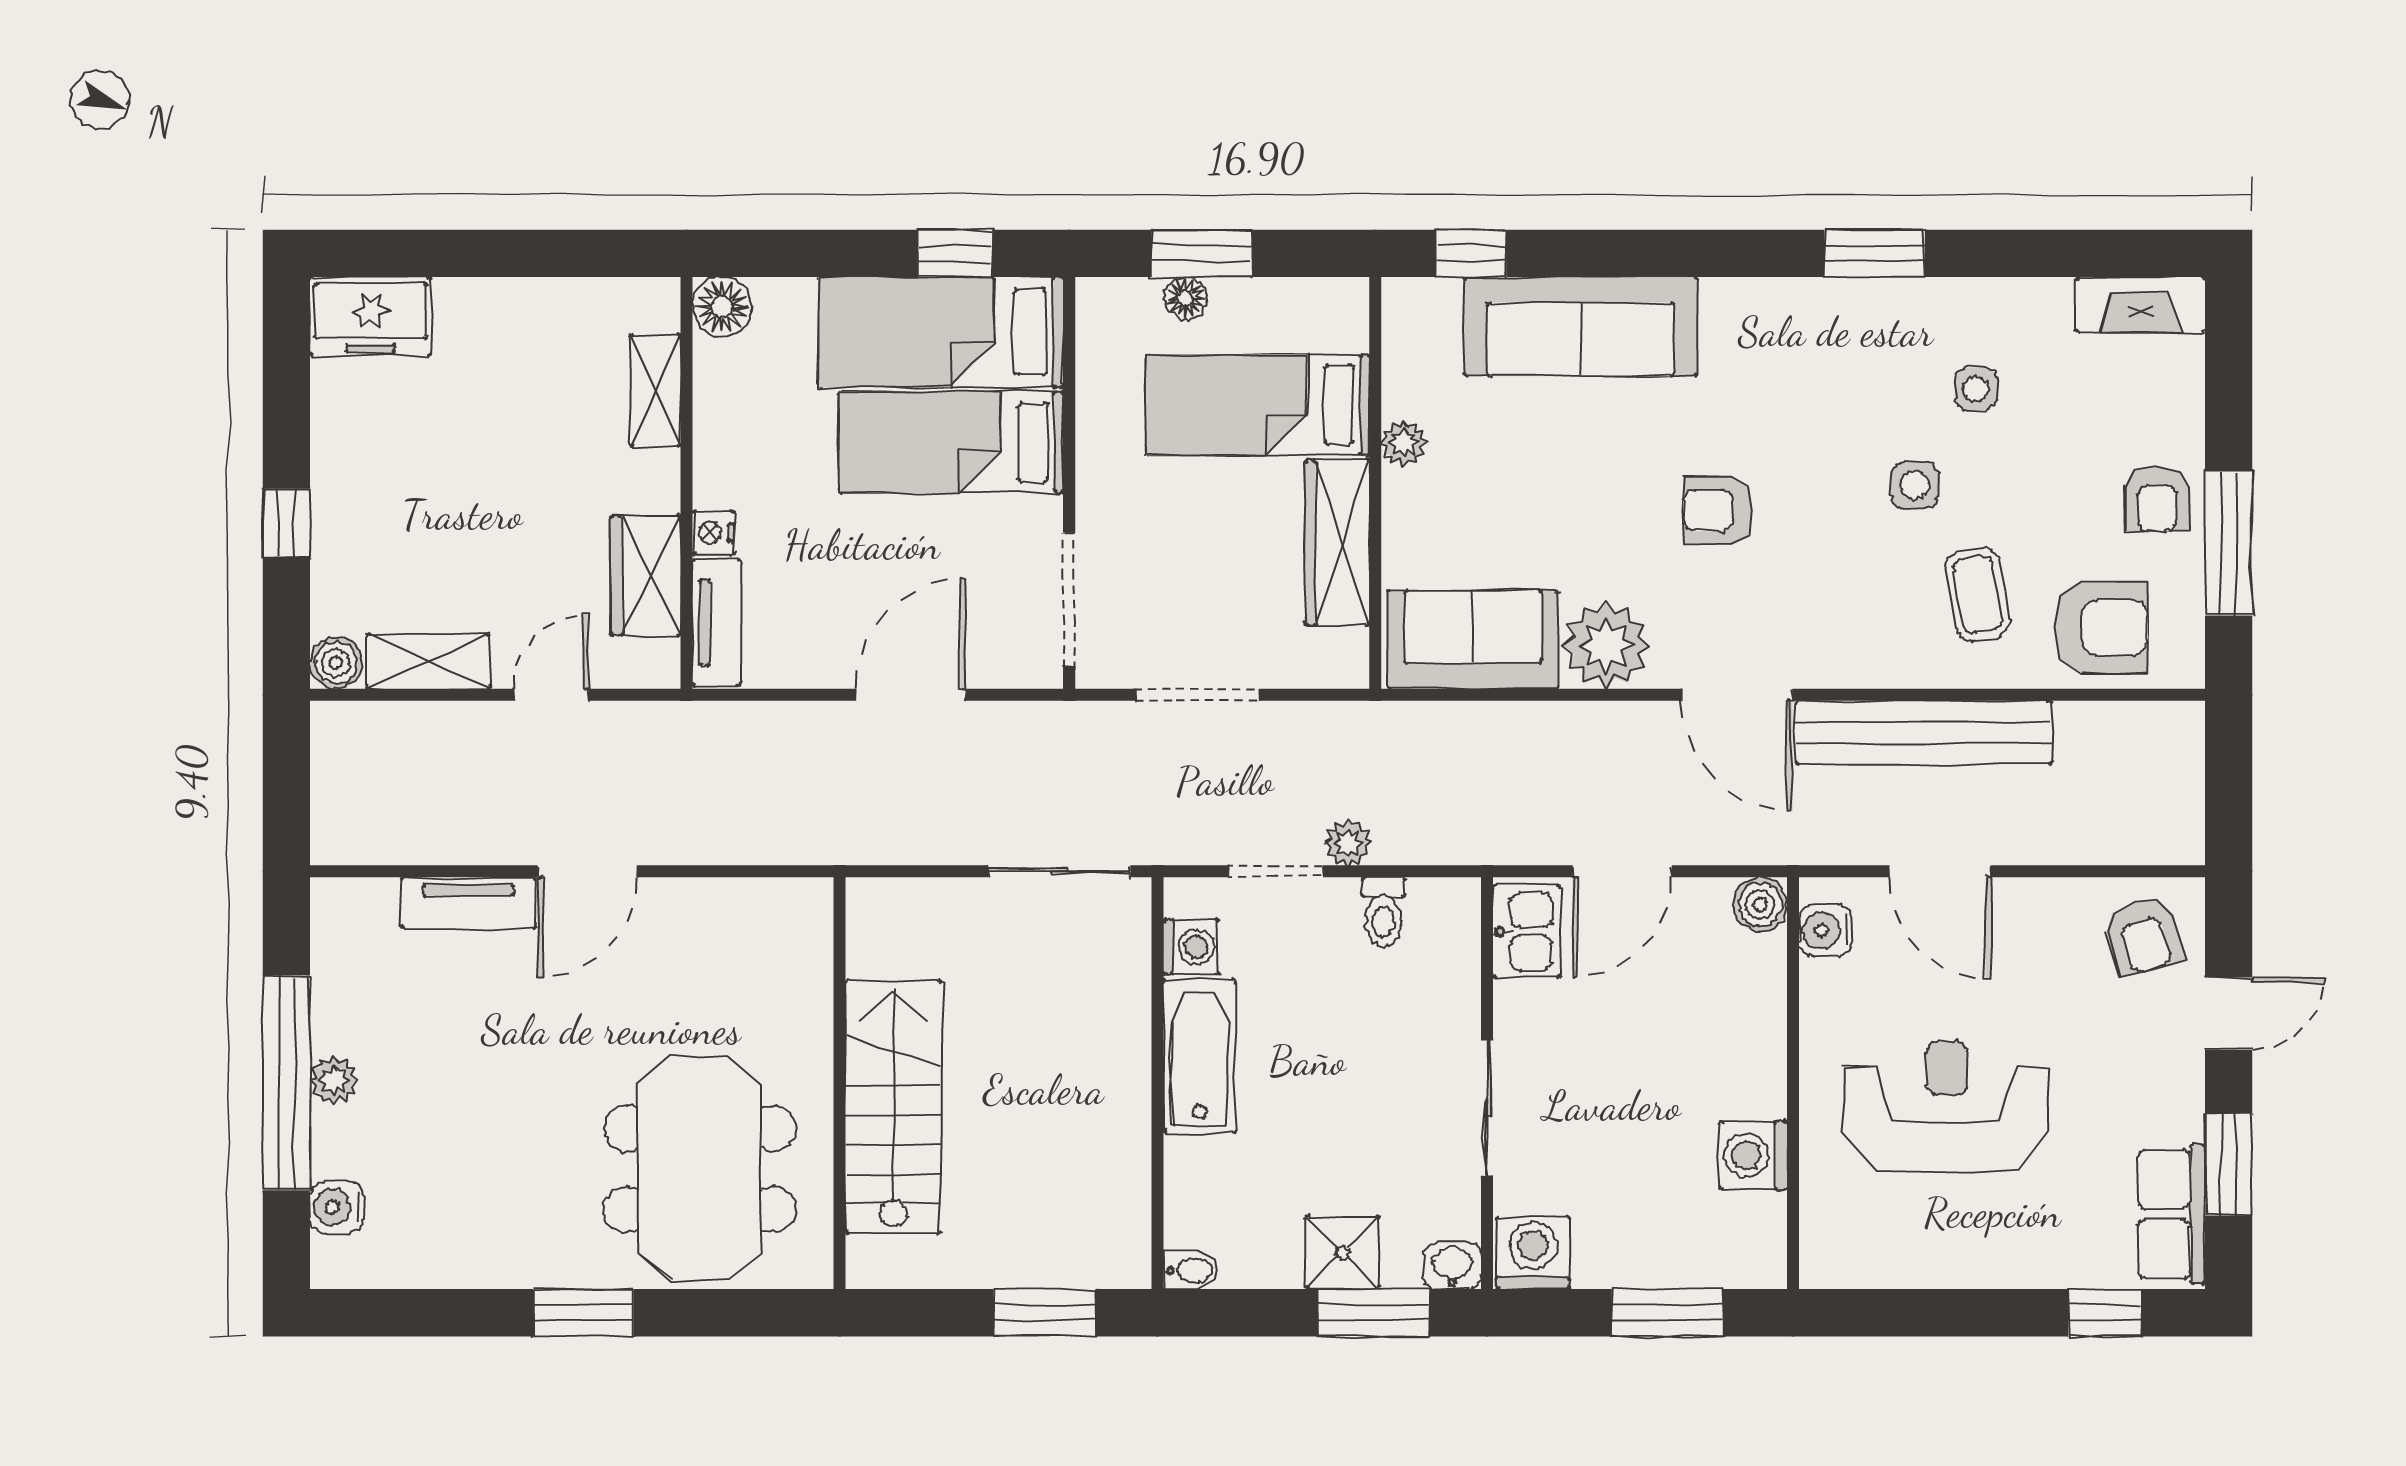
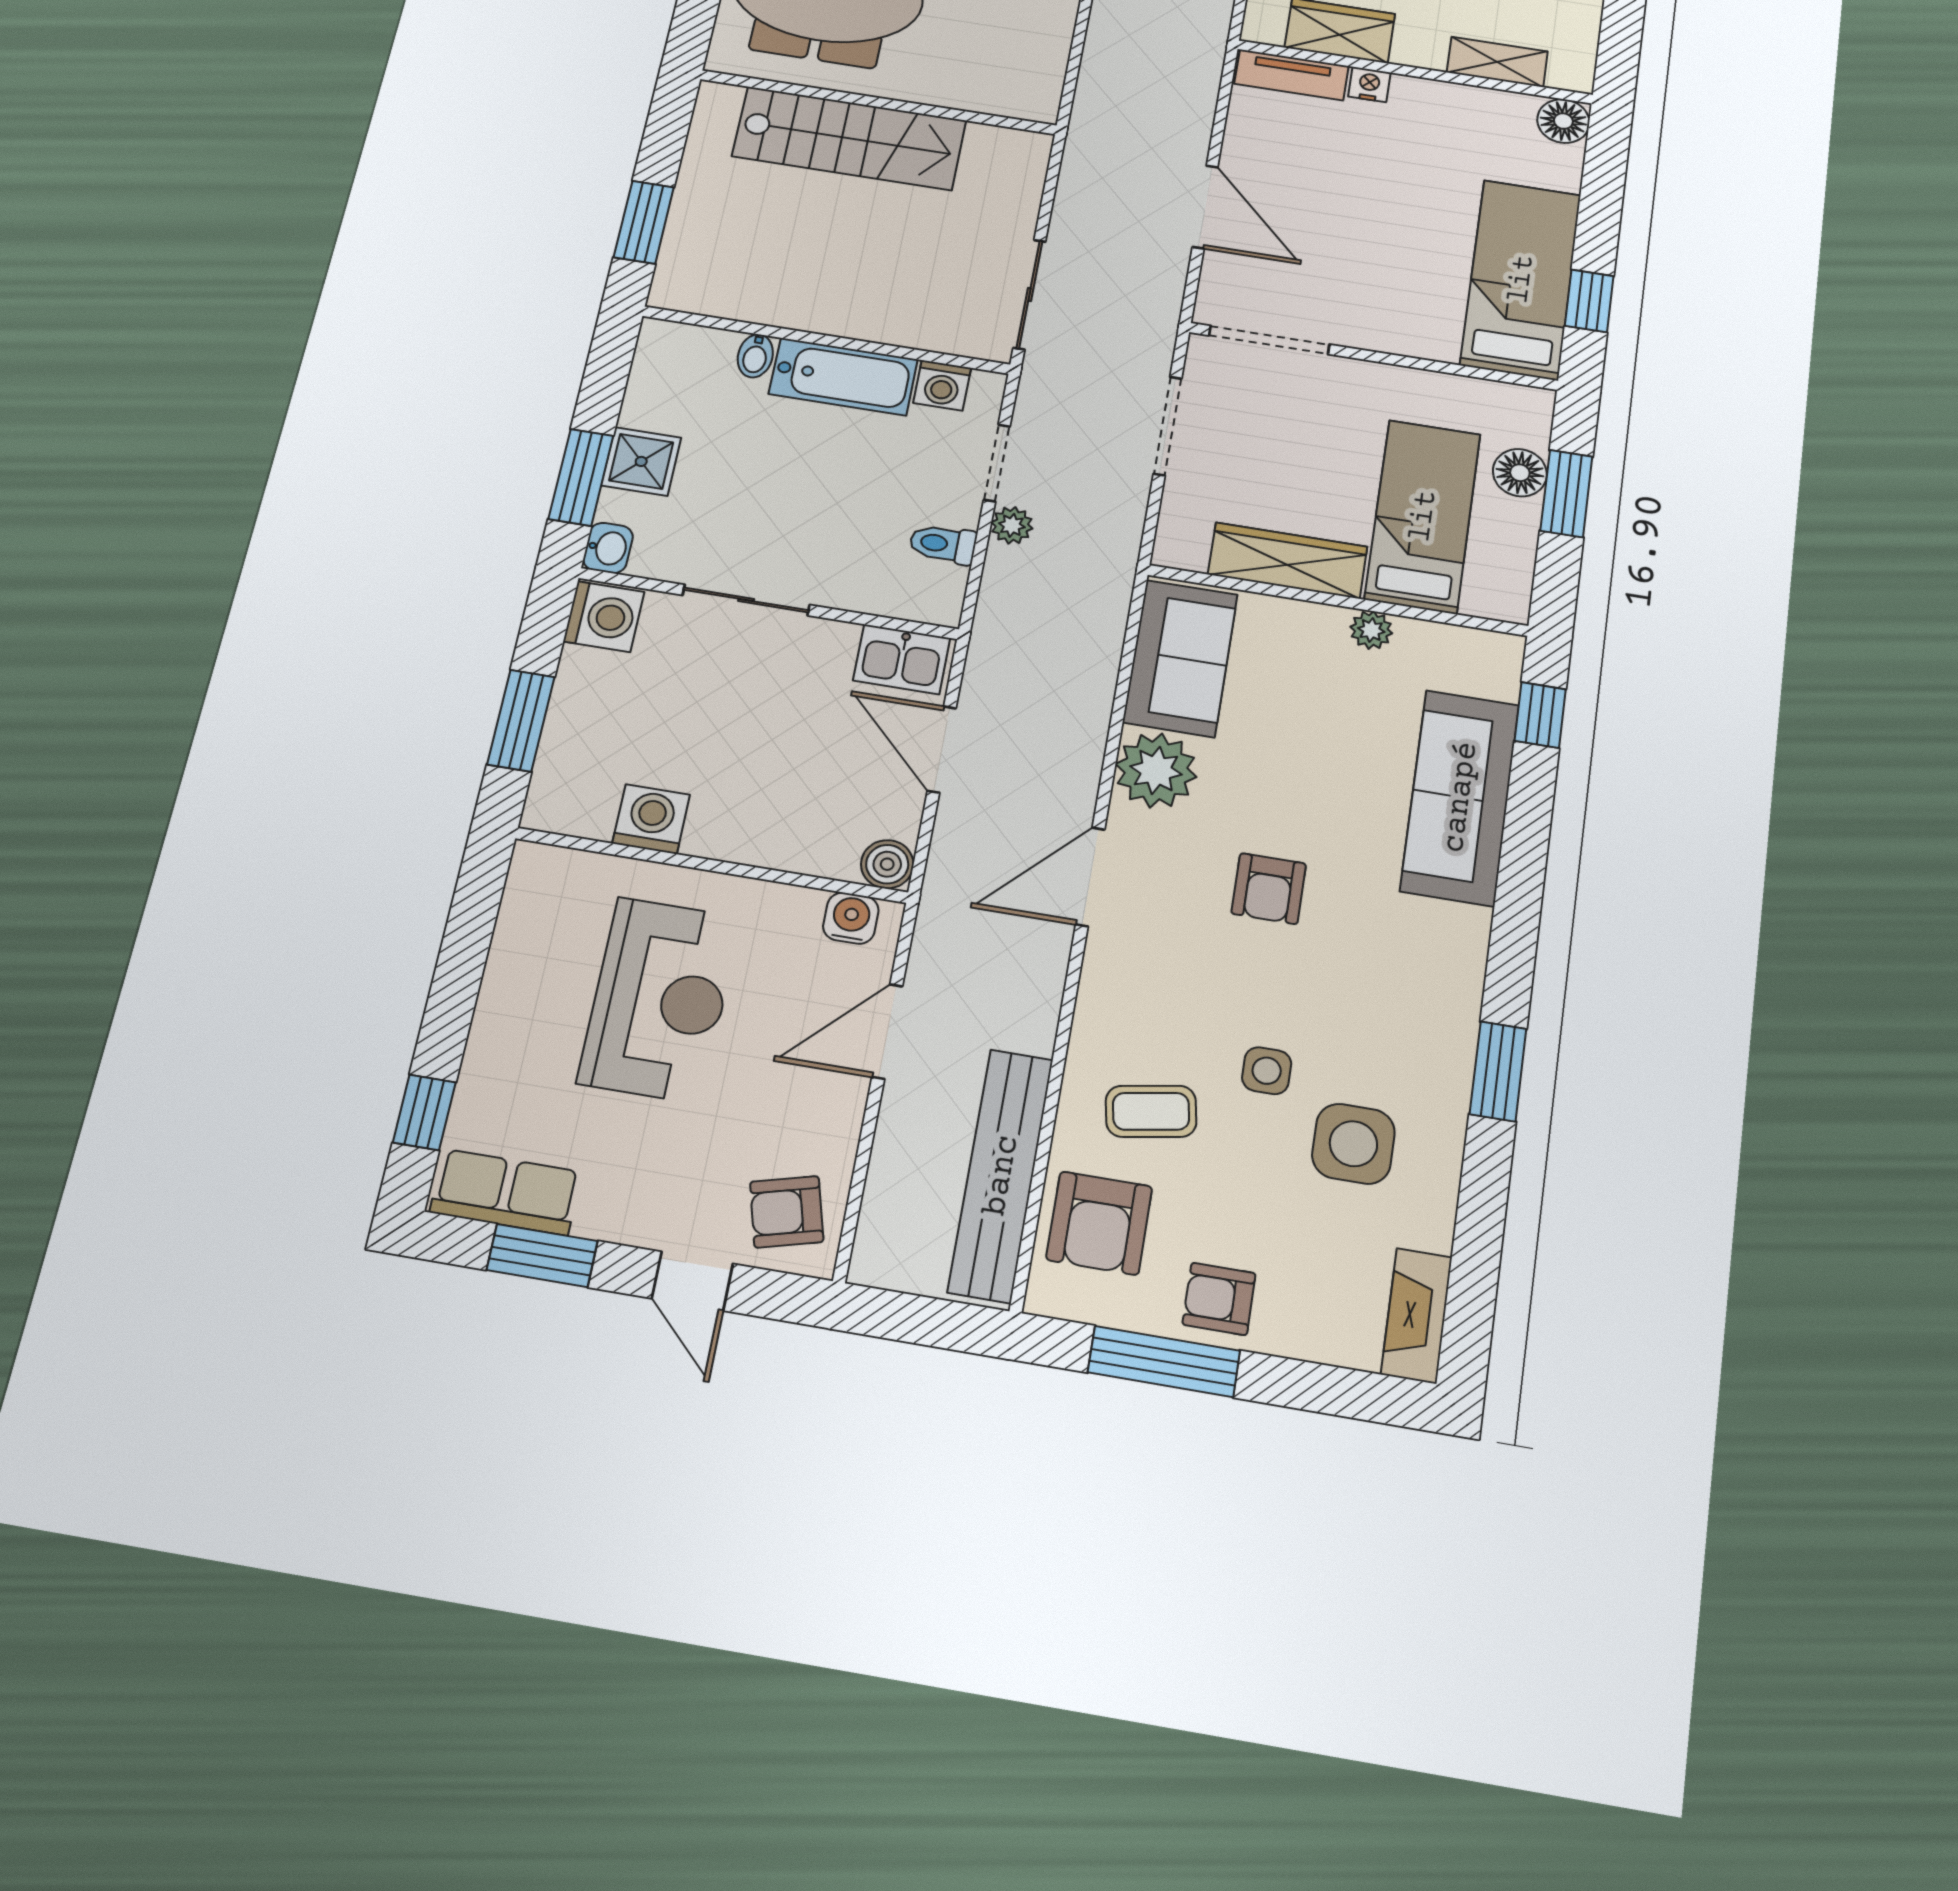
floor lamp: (1186, 298) -> (1520, 473), width x1.37, depth x1.37
side table: (1976, 389) -> (1353, 1144), width x1.87, depth x1.87
bed: (951, 442) -> (1422, 272), removed
armchair: (1718, 510) -> (1269, 889), turned 180
bench: (1924, 733) -> (1001, 1175), moved
bidet: (1191, 1270) -> (755, 356), moved

